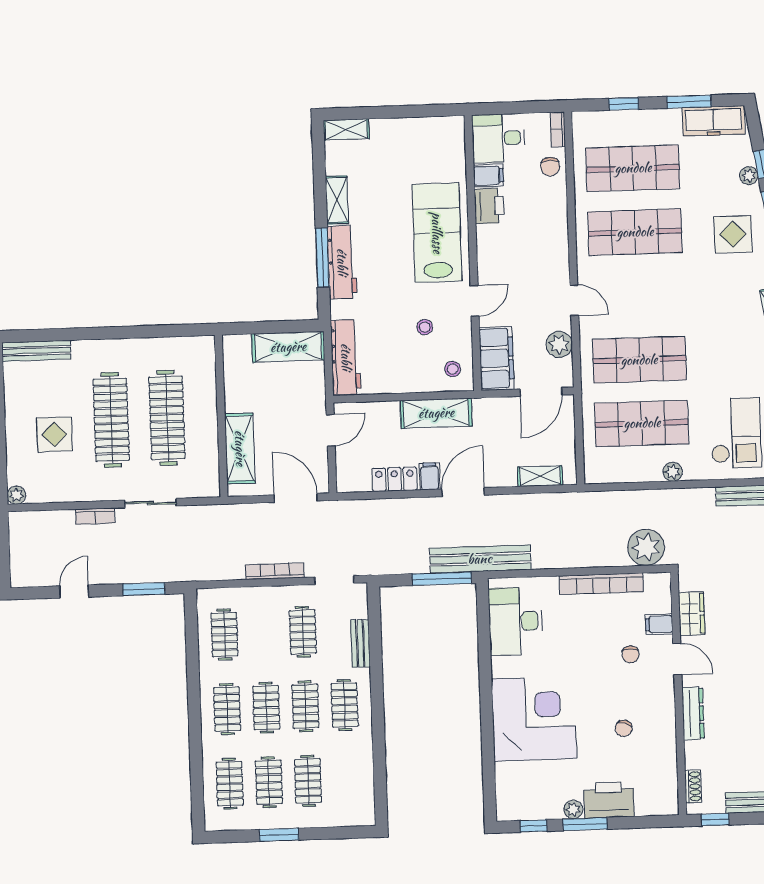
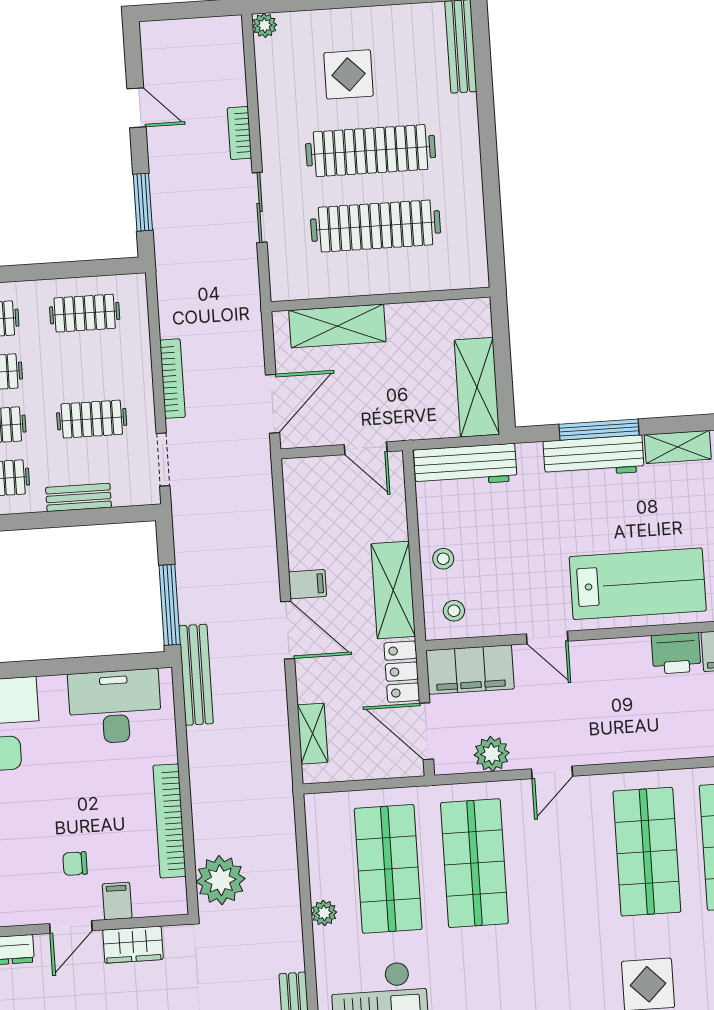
stool: (425, 327) -> (443, 559), moved
locker: (394, 479) -> (402, 672), moved, turned 180
bench: (480, 559) -> (196, 675), width x0.73, depth x0.82

